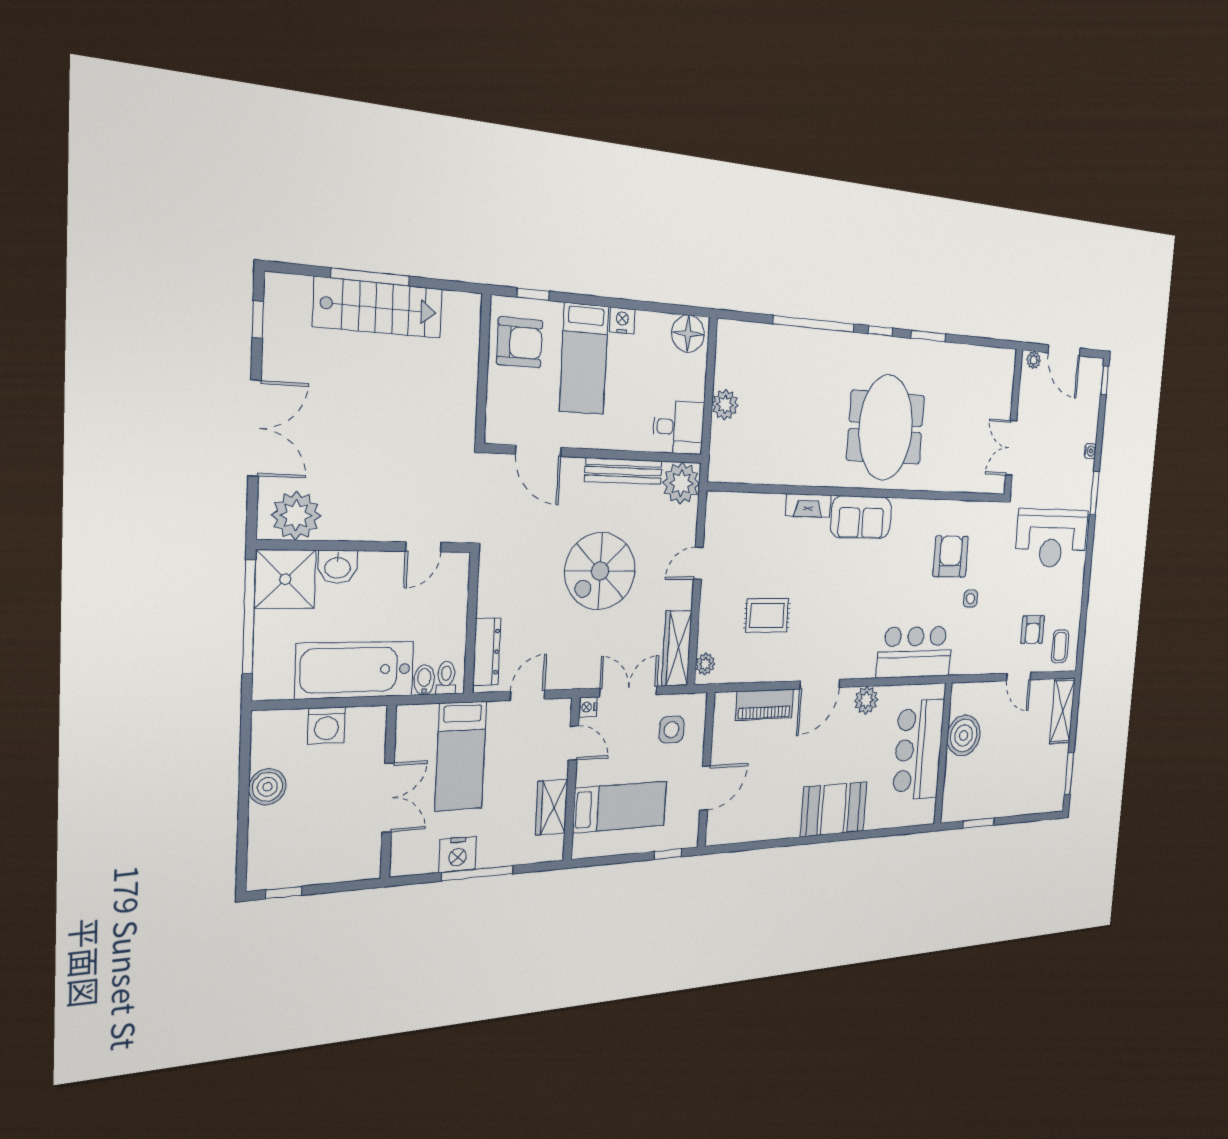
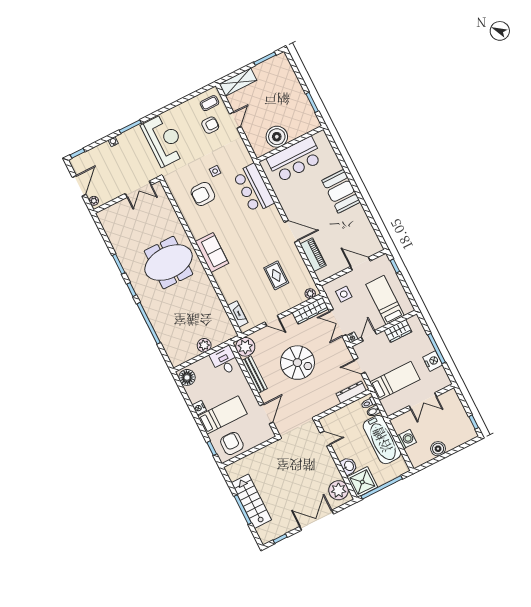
fireplace: (808, 506) -> (238, 314), moved
plant: (866, 700) -> (287, 202), removed
double door: (388, 798) -> (423, 401), swing flipped

